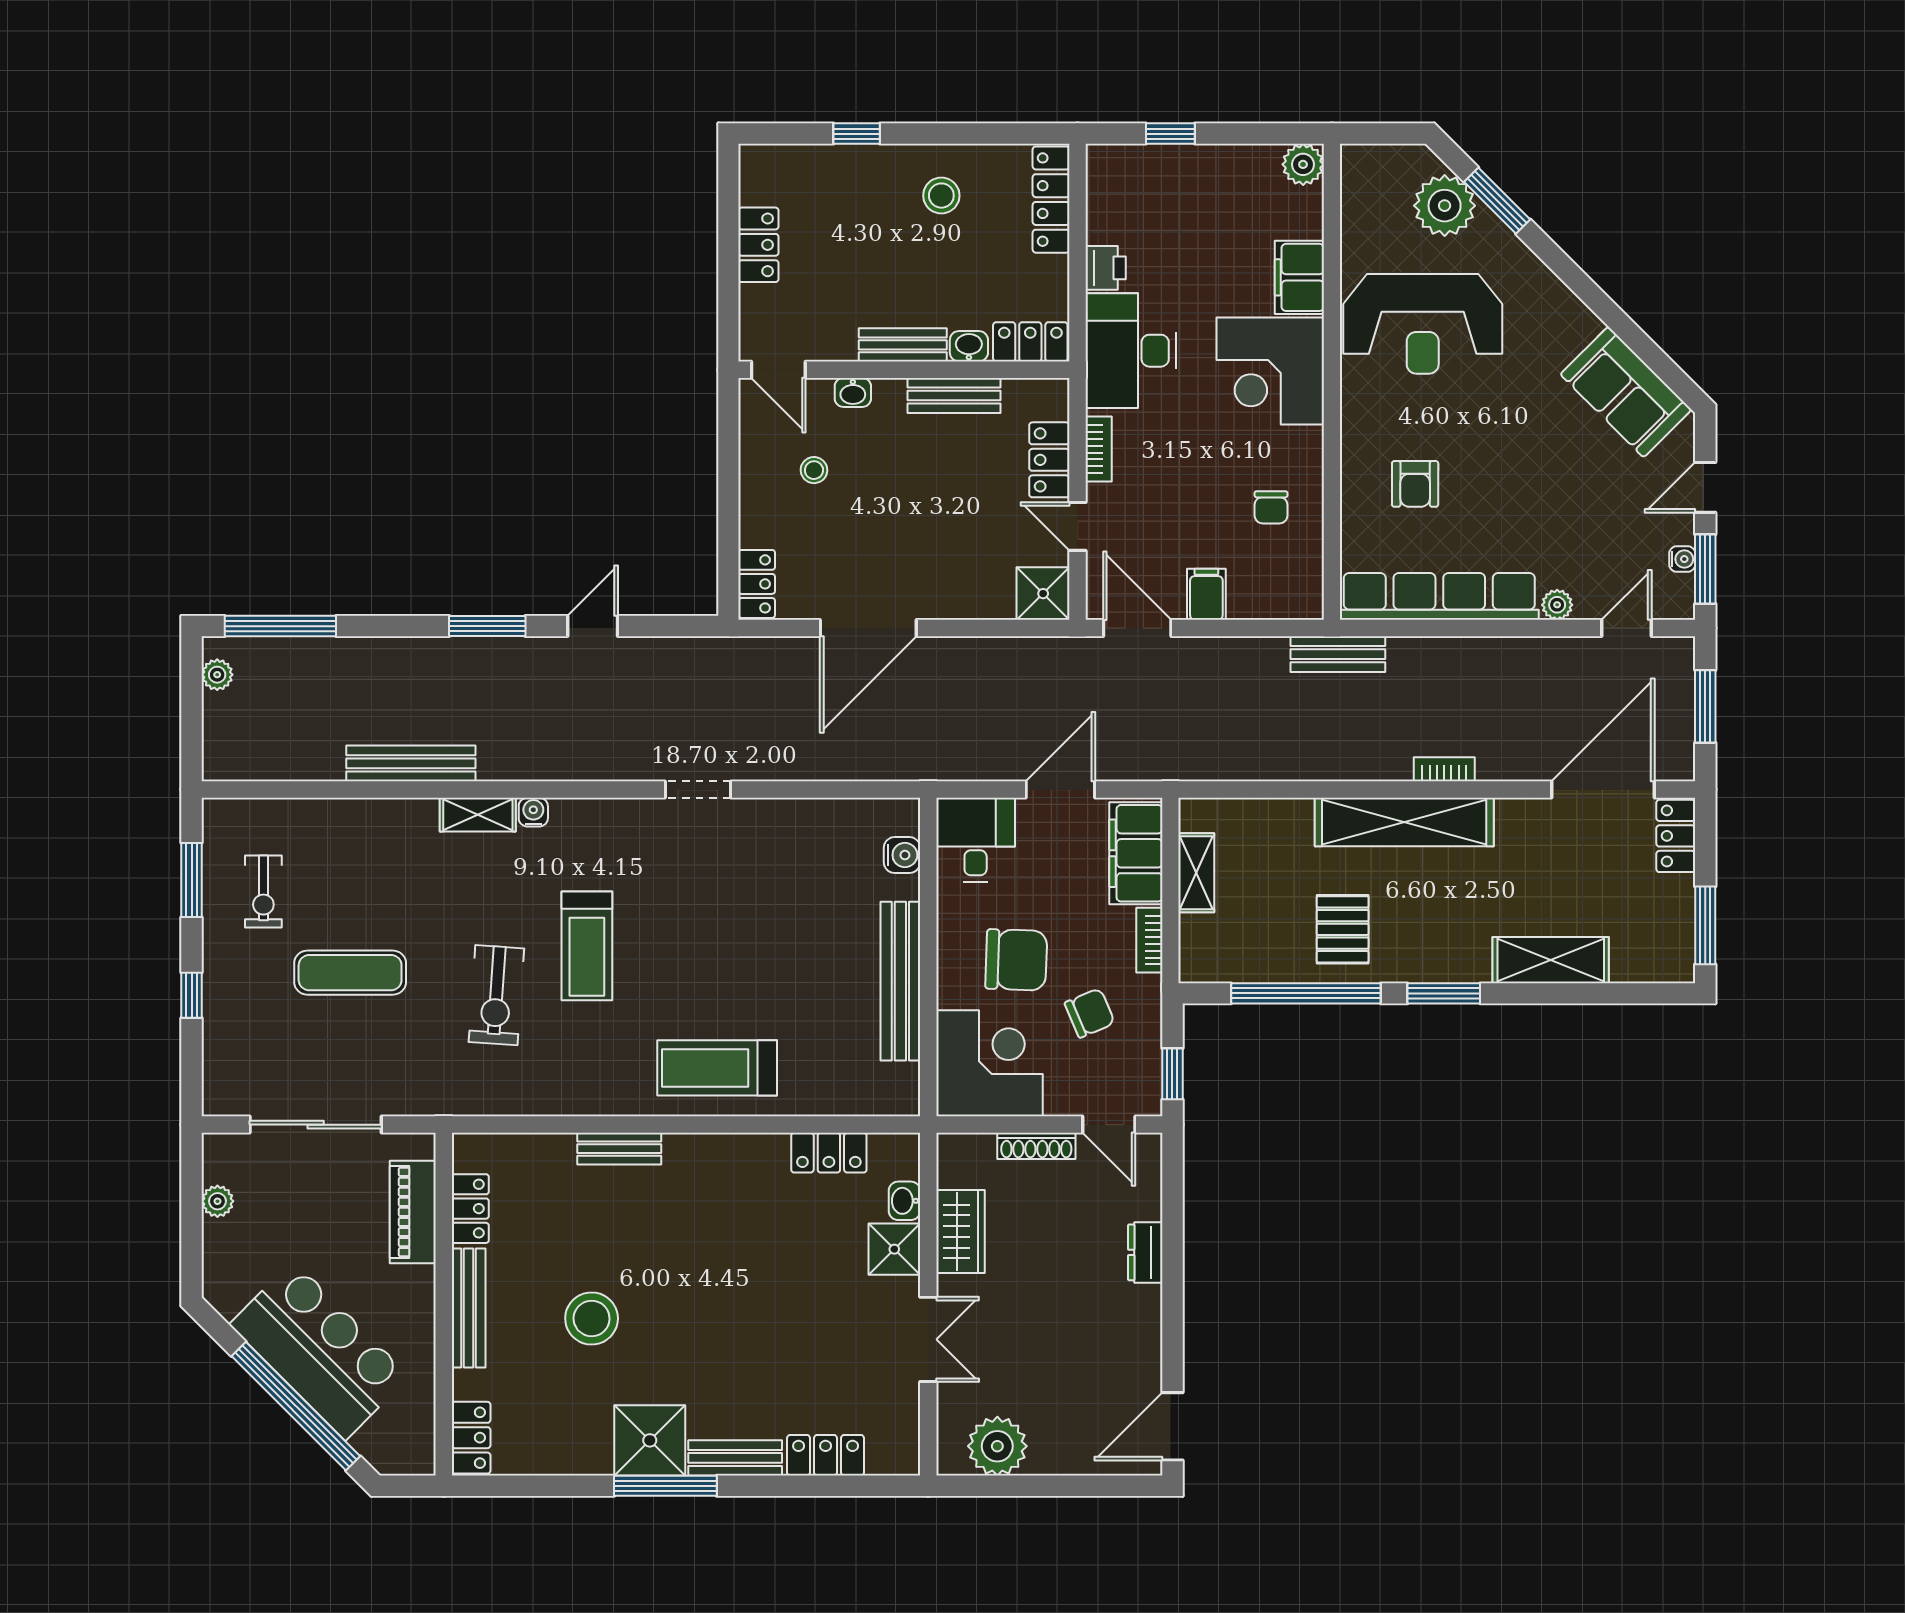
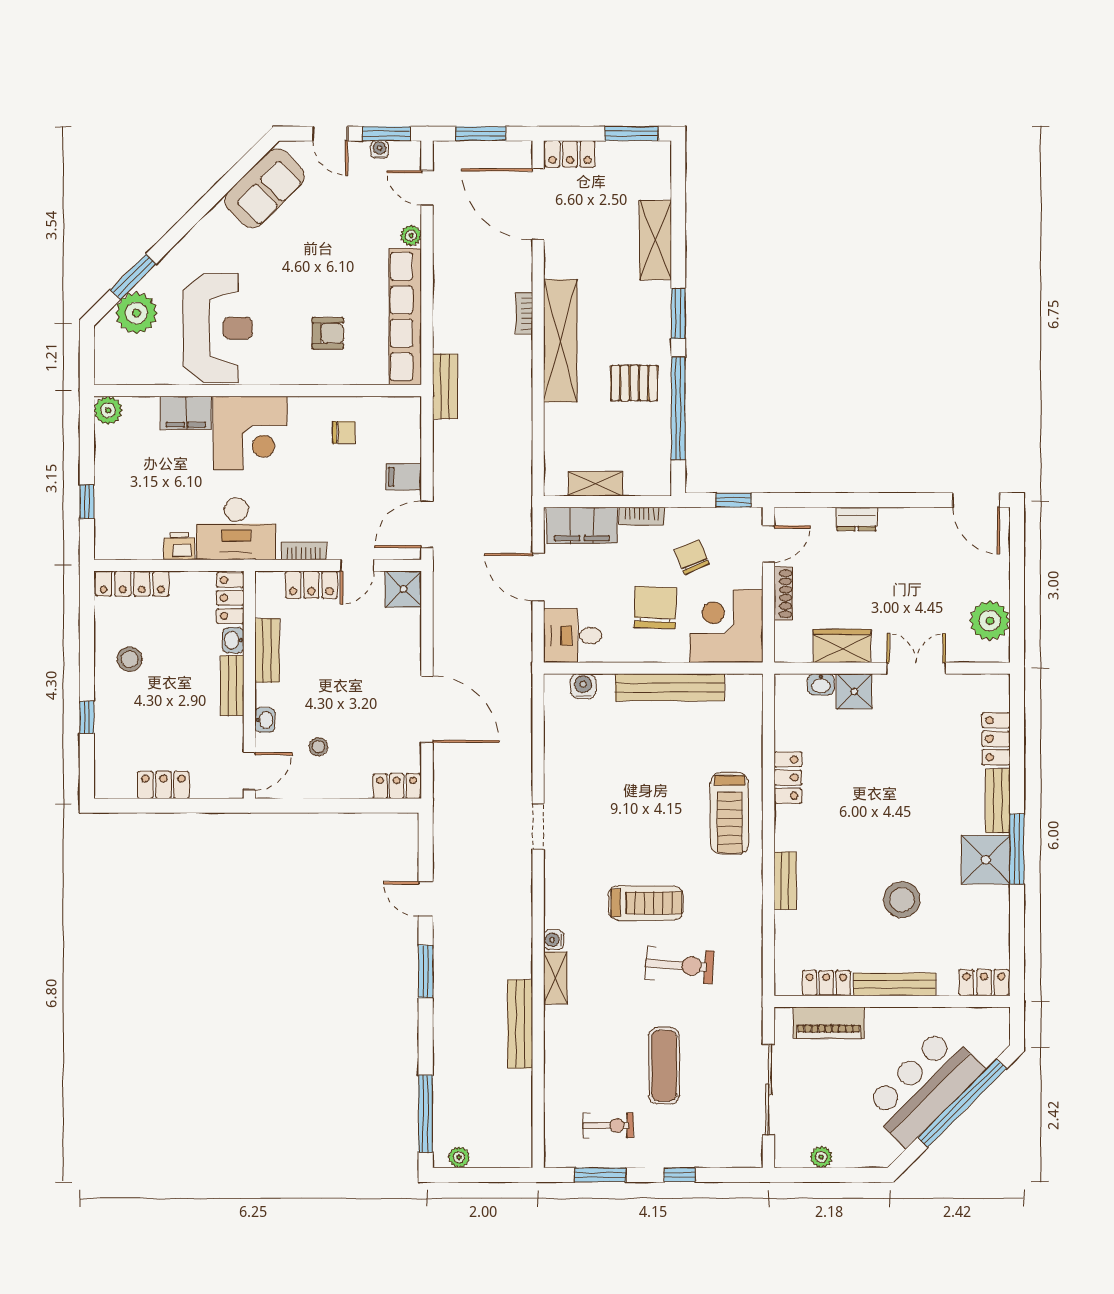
locker: (829, 1153) -> (788, 778), moved

